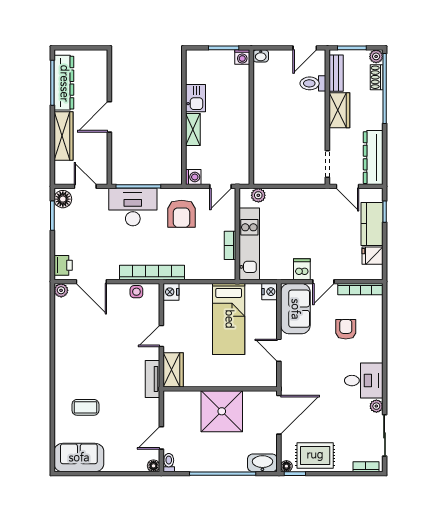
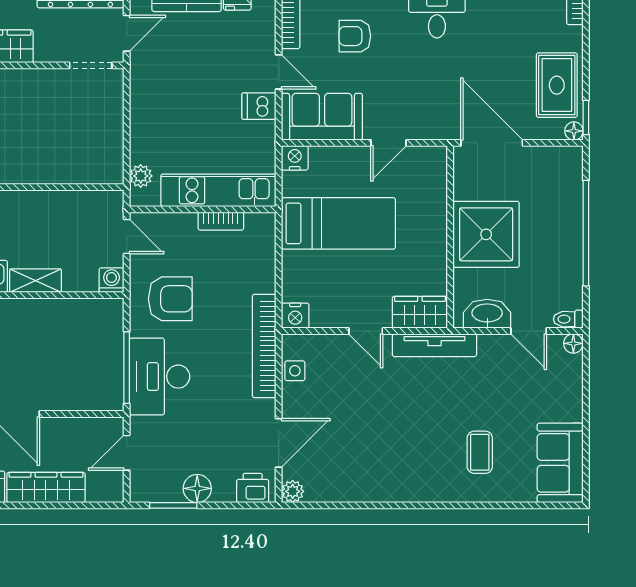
floor lamp: (63, 199) -> (197, 488), moved
tv unit: (152, 379) -> (435, 345), width x1.41
washbasin: (262, 463) -> (487, 314), moved, turned 90

